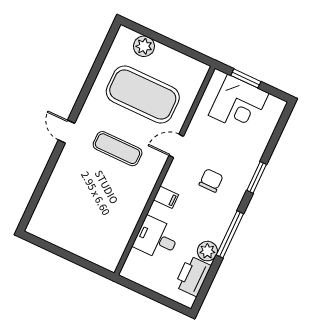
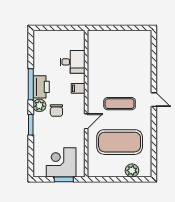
plant: (207, 251) -> (39, 105), moved
printer: (193, 276) -> (41, 87), moved

